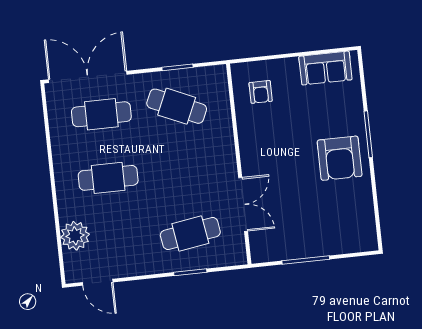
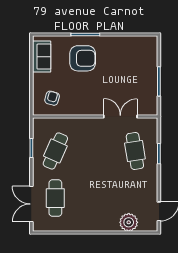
double door: (88, 77) -> (31, 204), width x0.73
armchair: (261, 92) -> (52, 98), turned -74
armchair: (340, 158) -> (83, 58), moved
cafe table: (108, 178) -> (95, 198), removed

